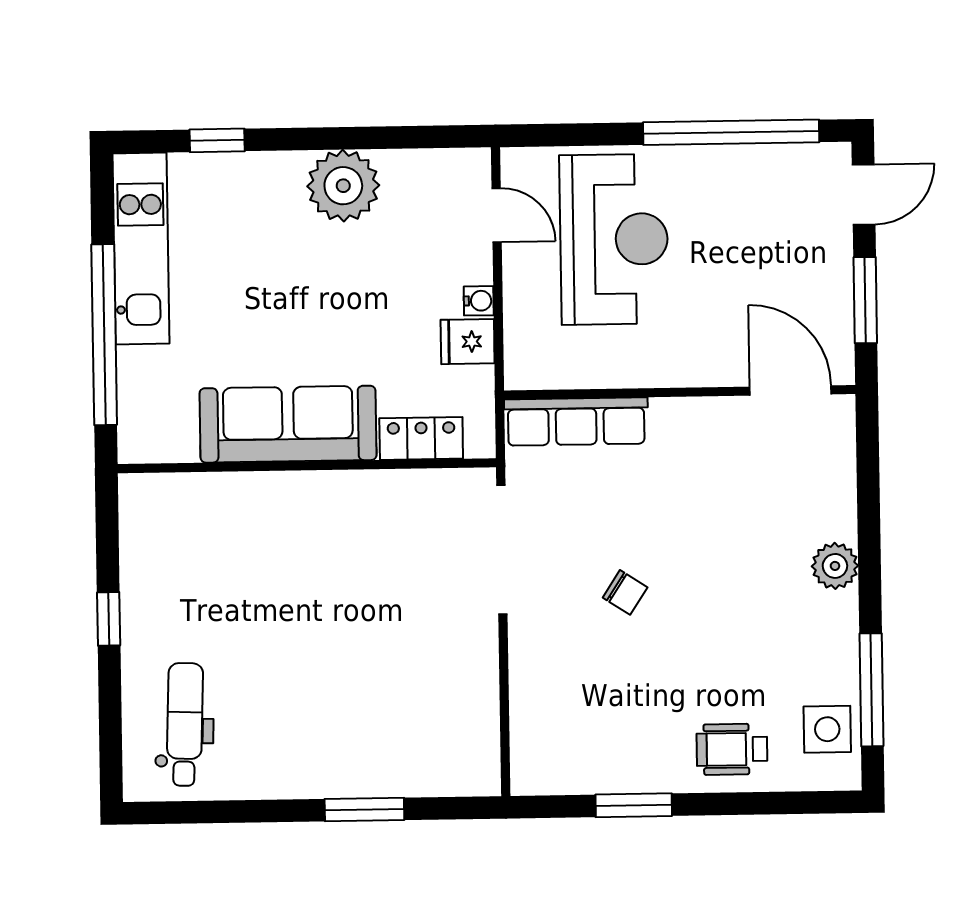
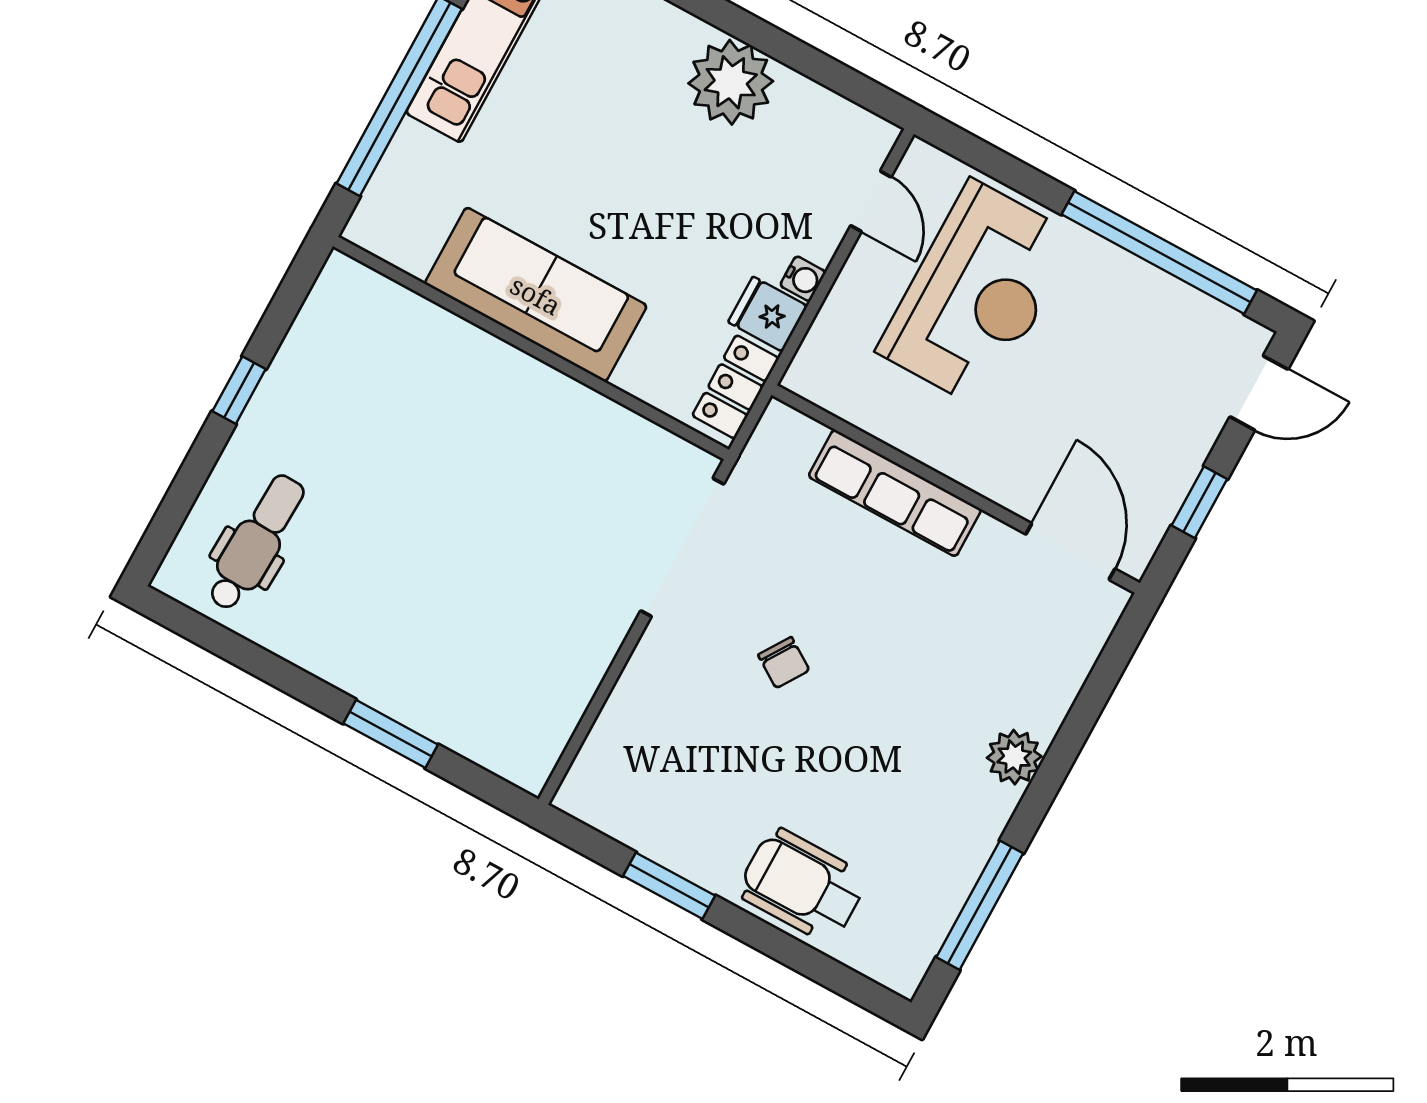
window: (865, 300) -> (1199, 502), width x0.67
row of seats: (576, 422) -> (895, 493), moved
locker: (421, 438) -> (736, 387), moved, turned -90
side table: (827, 729) -> (912, 920), removed
wheelchair: (732, 749) -> (802, 885), width x1.36, depth x1.37

